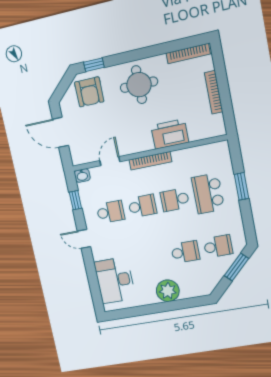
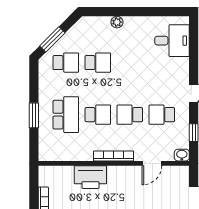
school desk: (218, 246) -> (66, 63), turned 180
school desk: (185, 252) -> (98, 63), turned 180
desk: (115, 280) -> (172, 41), width x0.73
plant: (168, 291) -> (117, 22), width x0.53, depth x0.53

